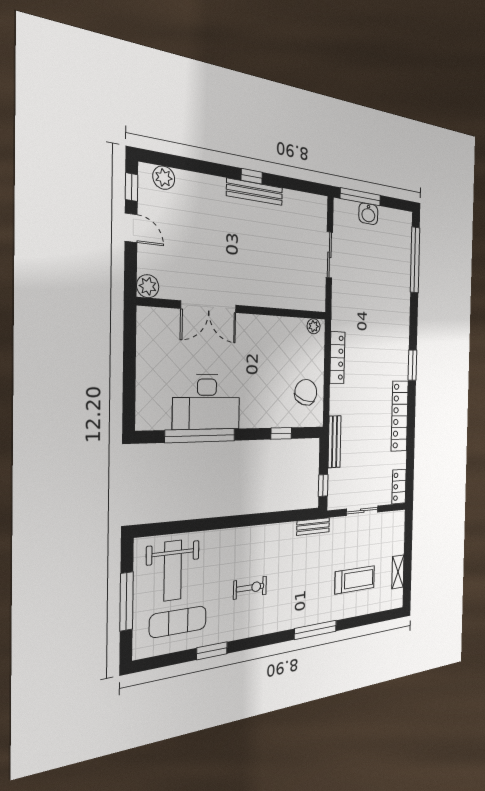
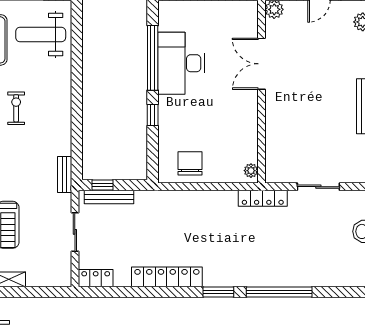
window: (415, 260) -> (279, 292), moved
locker: (337, 358) -> (263, 198), moved
chair: (306, 392) -> (190, 163), turned -109
window: (281, 433) -> (153, 115), moved
bench: (335, 442) -> (109, 197), moved
exercise bike: (250, 588) -> (16, 108), turned 180

